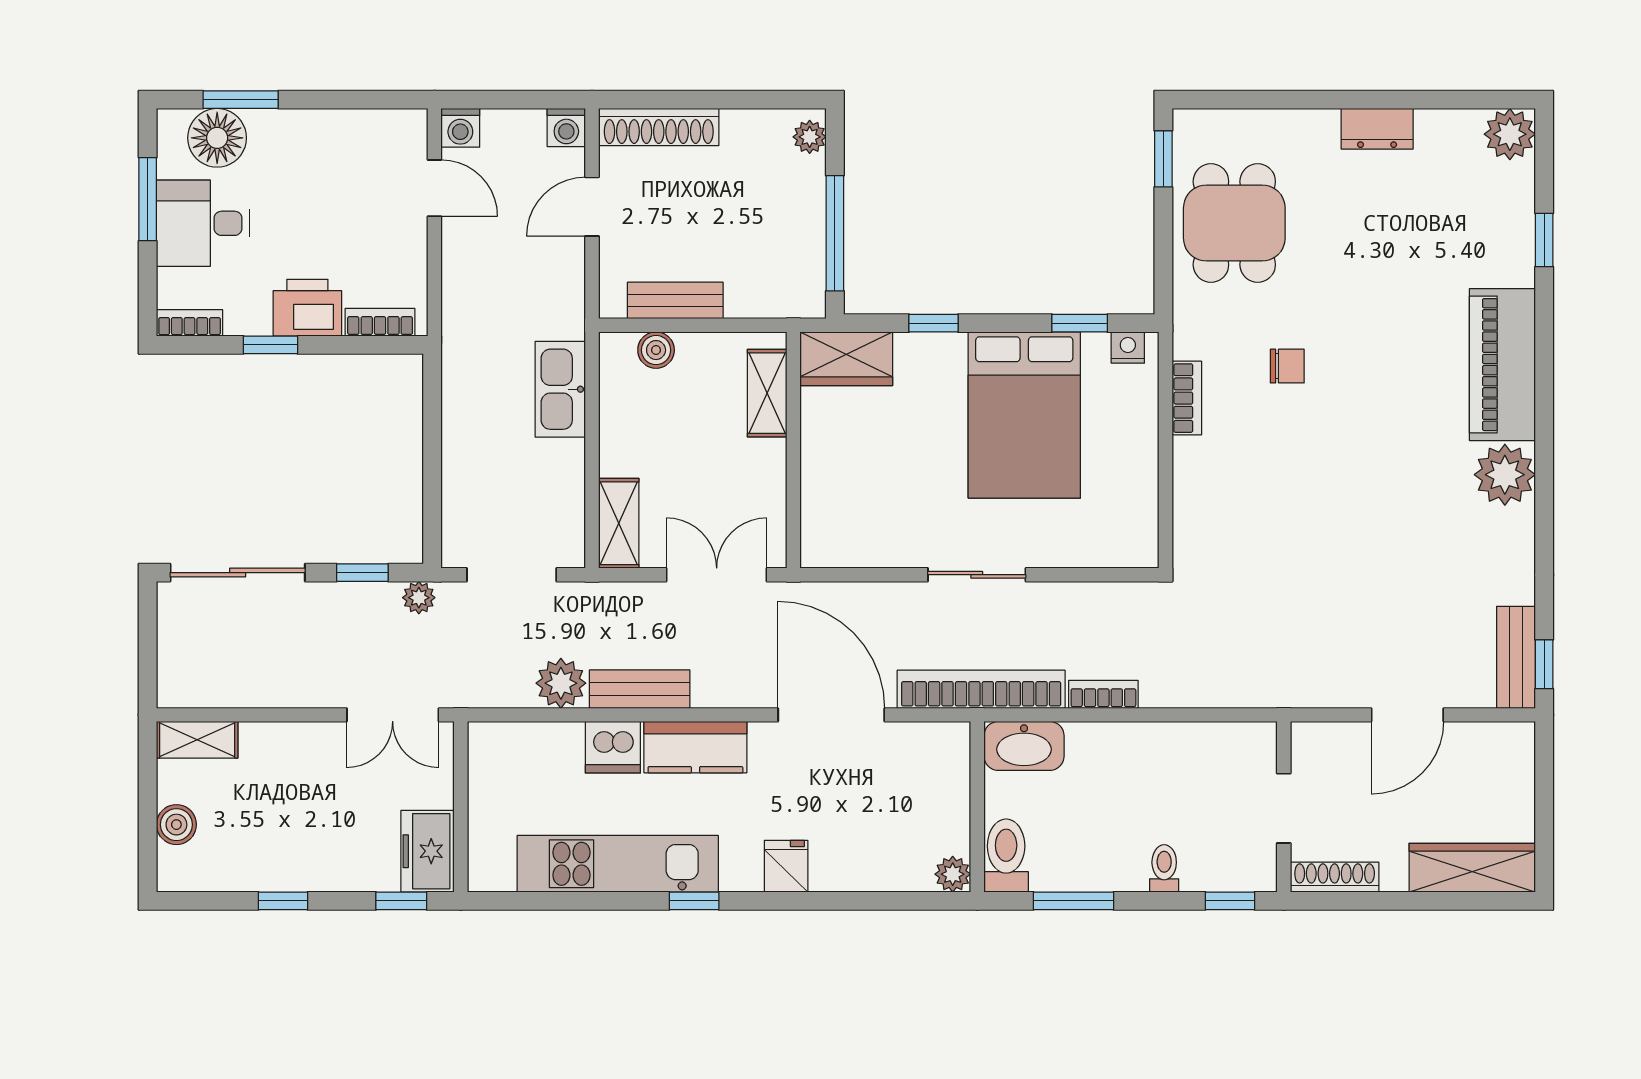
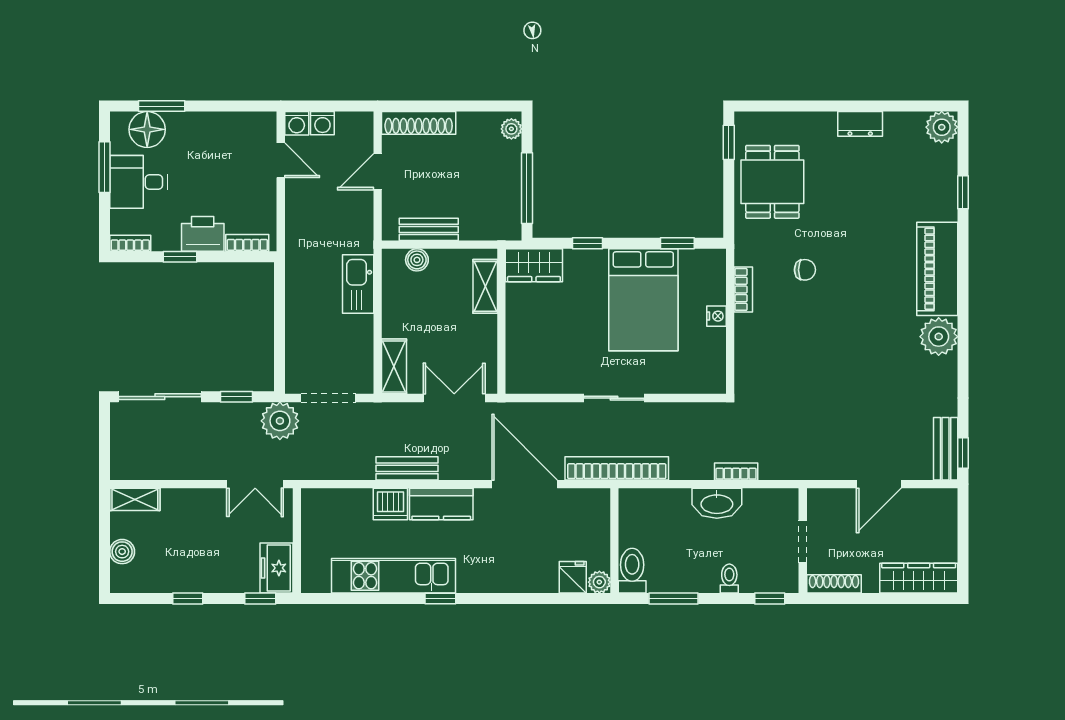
washing machine: (566, 128) -> (322, 123), moved
nightstand: (1128, 347) -> (716, 316), moved, turned 90
plant: (419, 598) -> (280, 421), width x1.88, depth x1.88
plant: (561, 683) -> (358, 465), removed
bookcase: (1103, 694) -> (736, 472), moved
washbasin: (1024, 746) -> (717, 503), moved
fridge: (786, 866) -> (573, 577), moved

